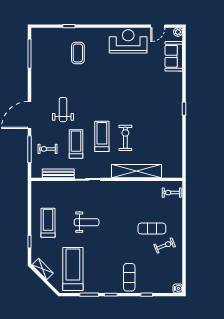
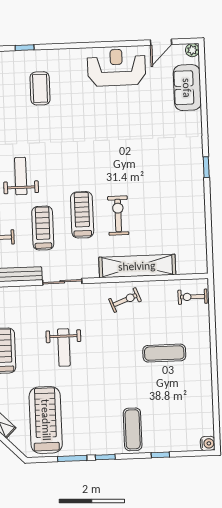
weight bench: (87, 222) -> (64, 347), turned 90
exercise bike: (165, 246) -> (125, 300), moved

